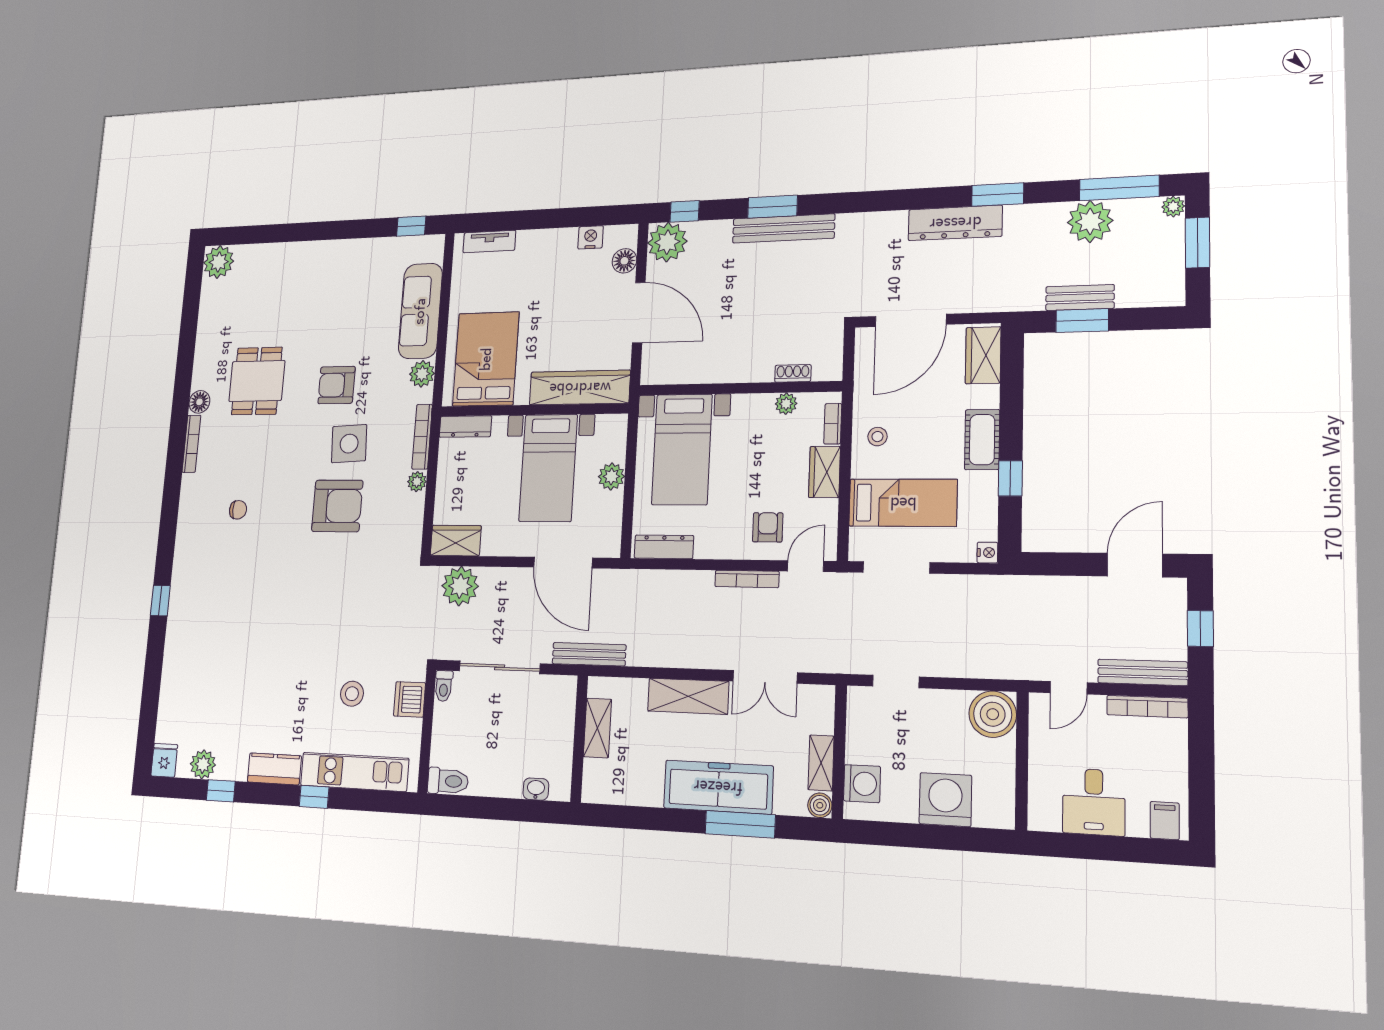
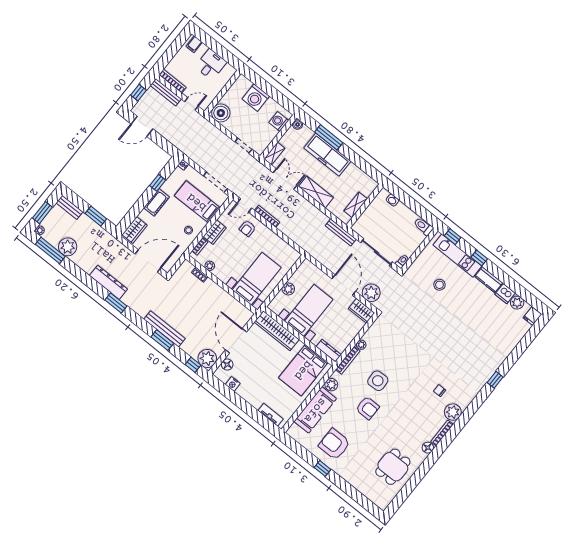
window: (998, 195) -> (116, 303), moved
window: (411, 226) -> (323, 468), moved
plant: (219, 262) -> (453, 412), moved
bench: (1080, 298) -> (70, 207), moved
dining table: (257, 381) -> (393, 467), moved
armchair: (337, 506) -> (334, 444), moved
dresser: (664, 547) -> (288, 249), removed
door: (563, 563) -> (344, 285), moved
dishwasher: (410, 699) -> (505, 294), moved, turned 90
shelving: (821, 763) -> (274, 154), moved
window: (221, 791) -> (453, 237), moved

